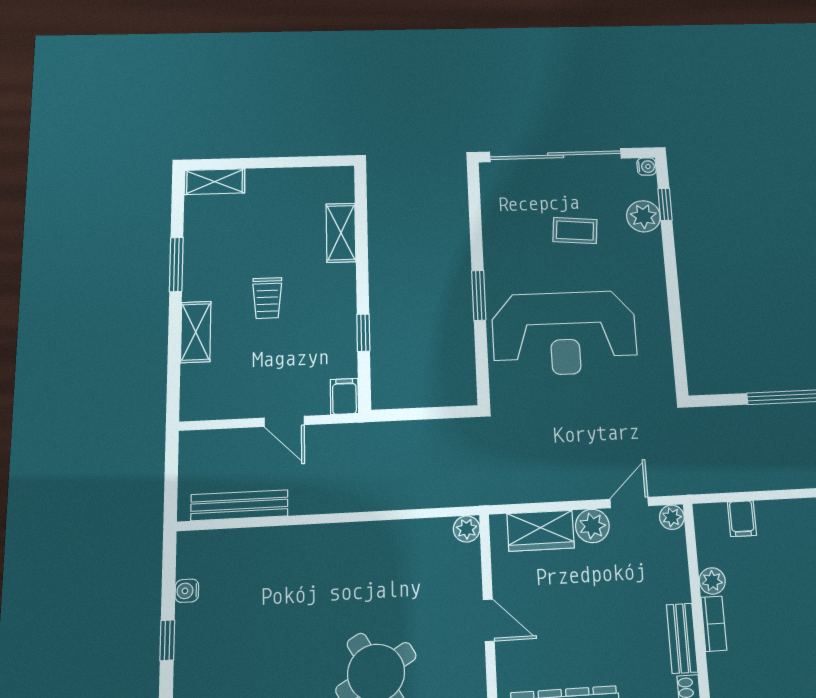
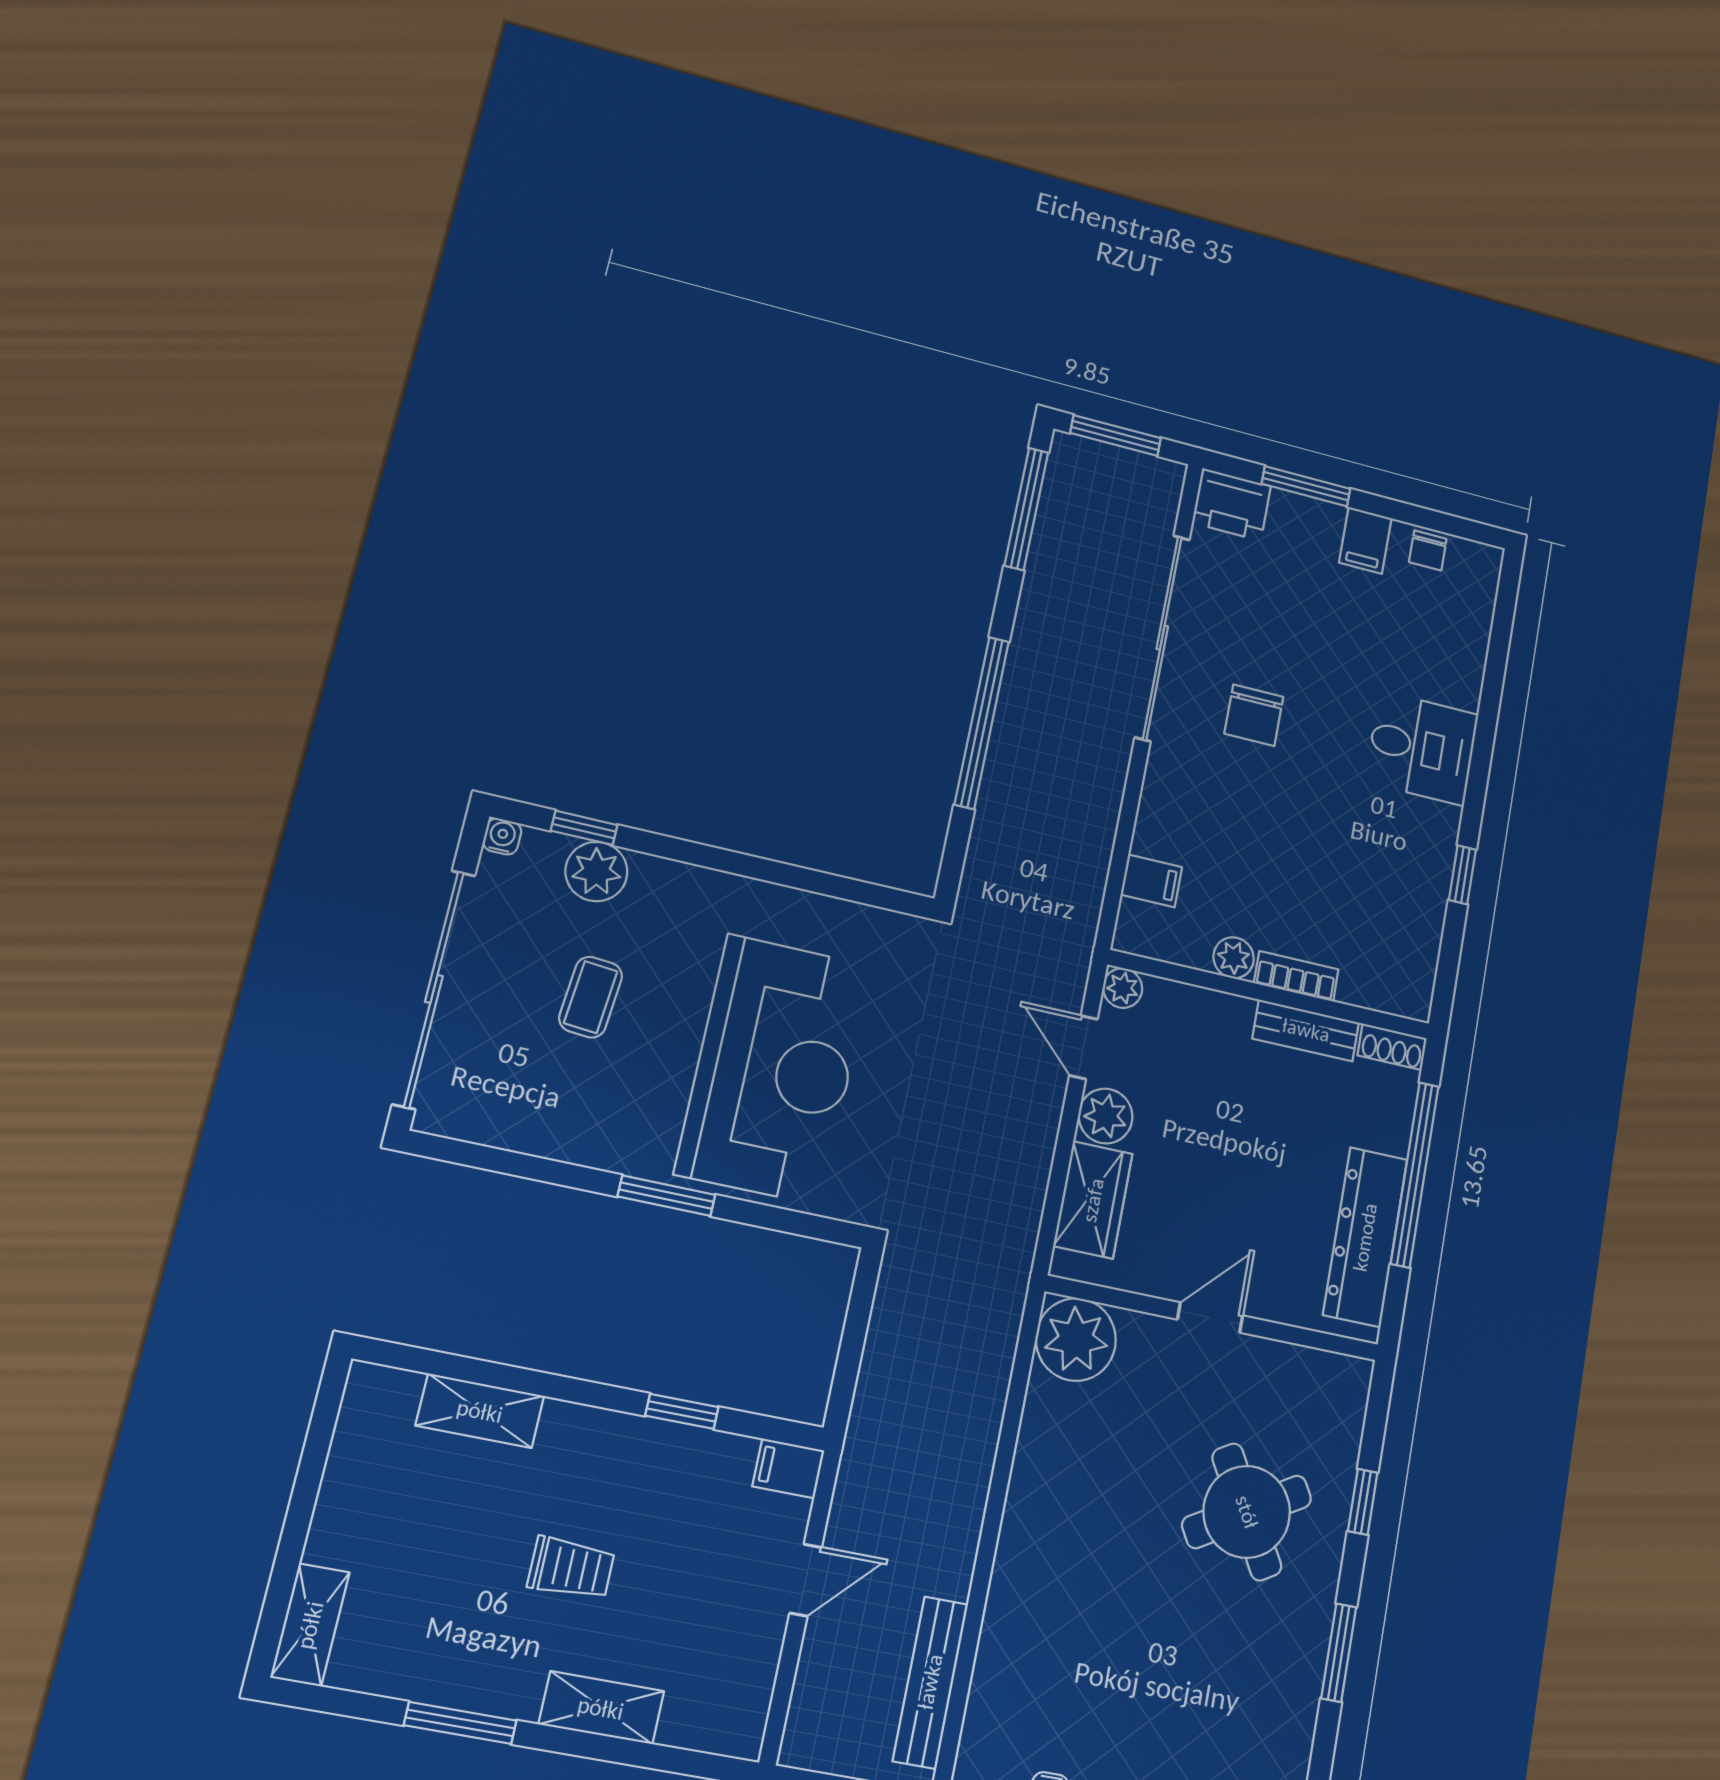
plant: (467, 529) -> (1076, 1339), width x1.87, depth x1.87

